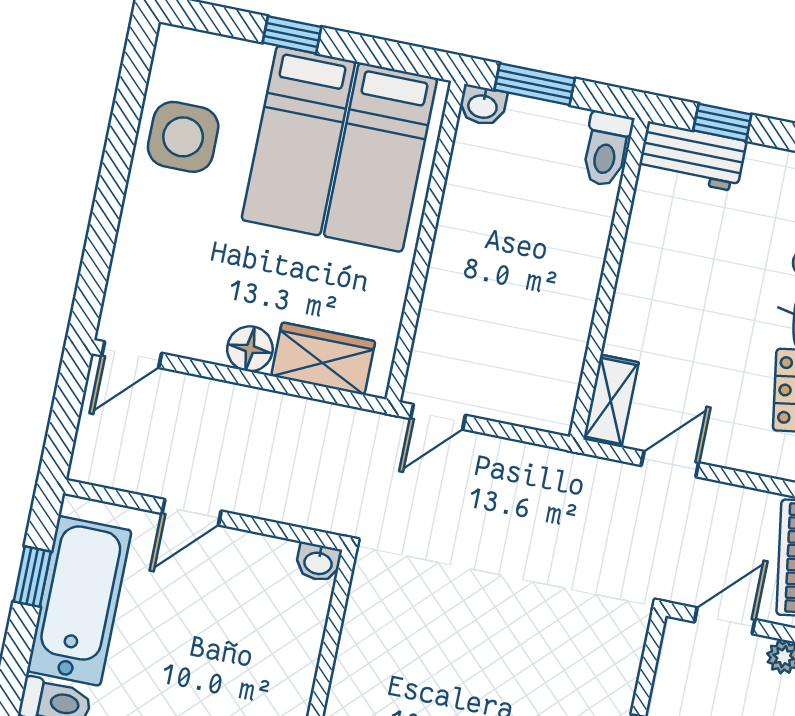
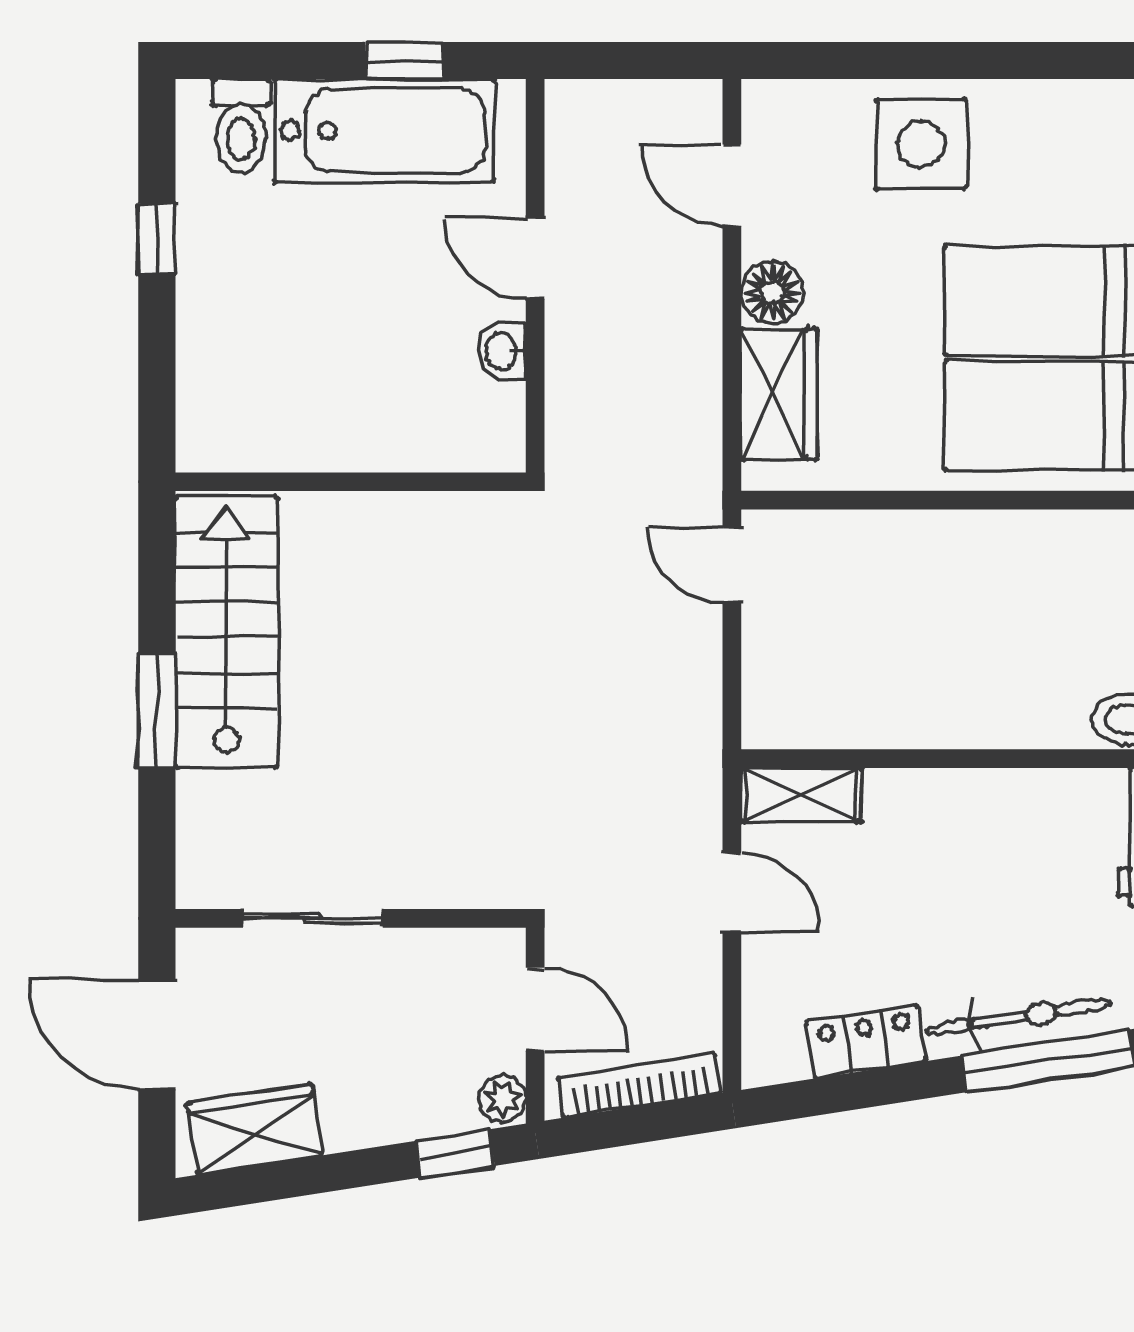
side table: (183, 137) -> (921, 144), moved
door: (132, 355) -> (732, 185), moved
washbasin: (318, 562) -> (502, 351), moved

